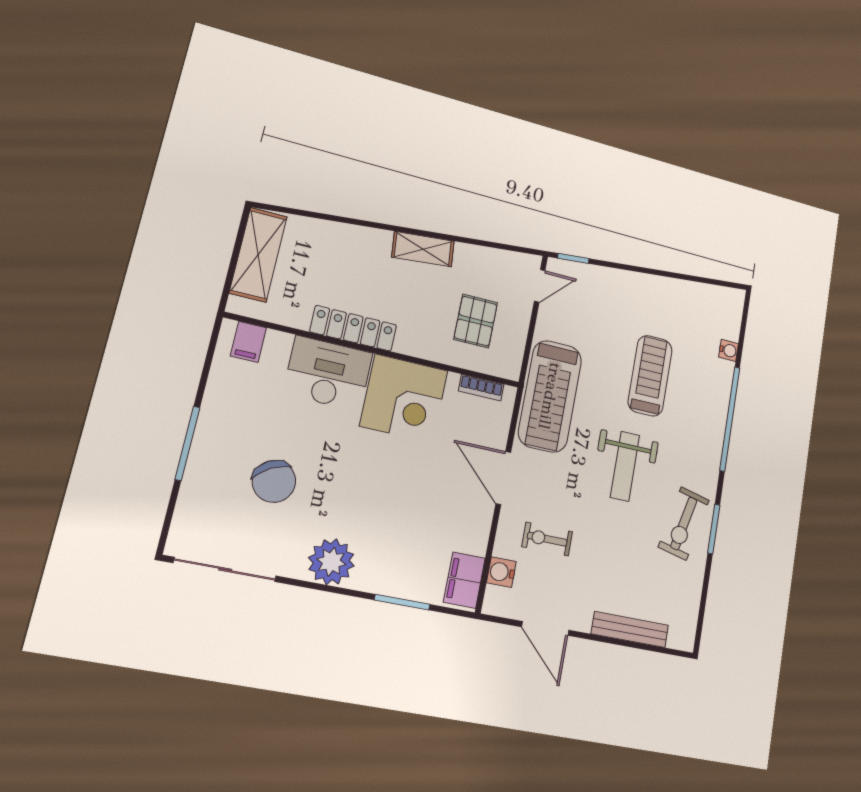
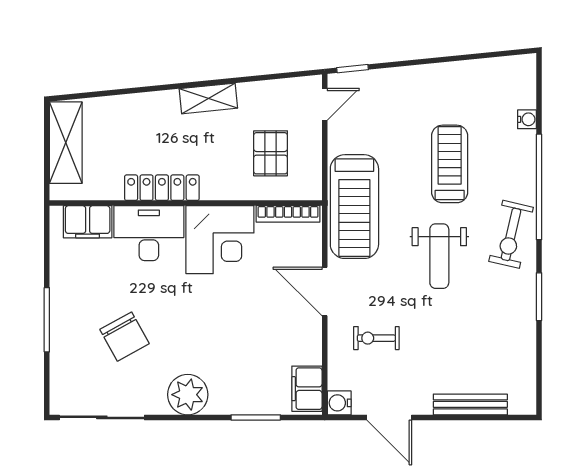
filing cabinet: (248, 342) -> (88, 222), width x2.00
bookcase: (481, 388) -> (288, 214), width x1.56
exercise bike: (684, 523) -> (511, 234), moved
water cooler: (501, 572) -> (339, 403), moved

